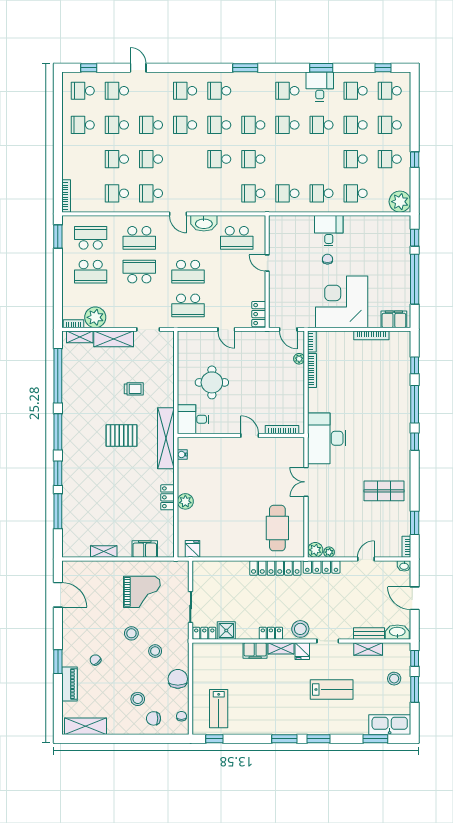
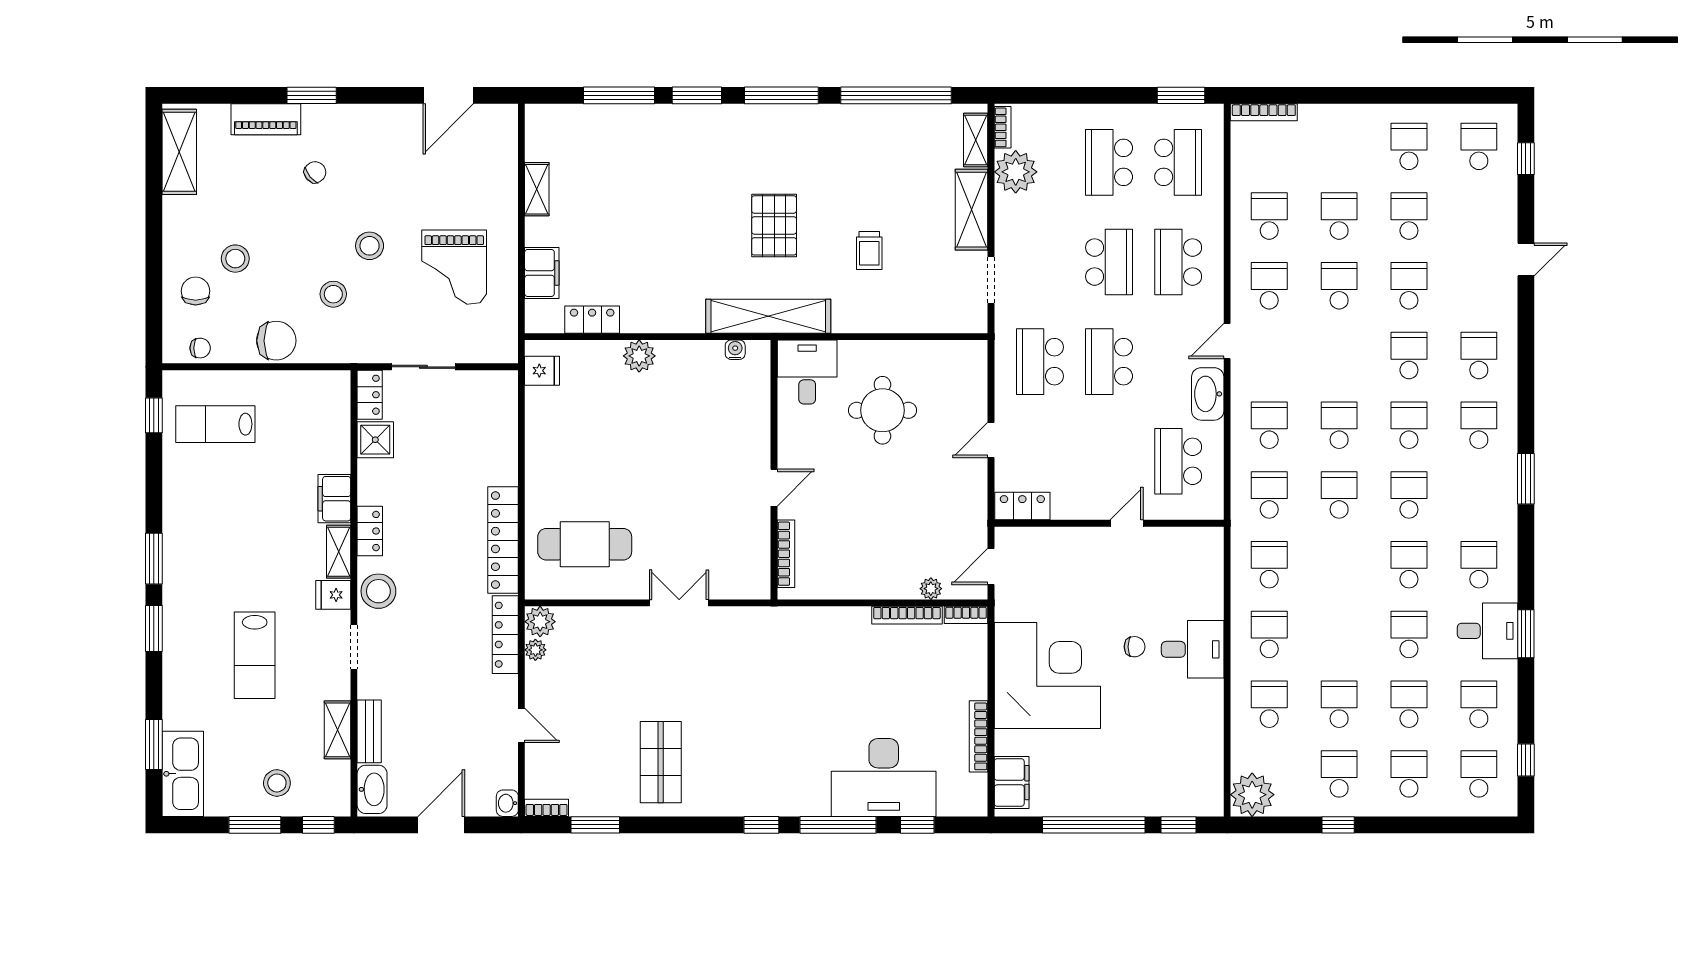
school desk: (117, 91) -> (1269, 425), moved
desk: (327, 438) -> (884, 777), moved, turned 180
locker: (167, 497) -> (592, 320), moved

